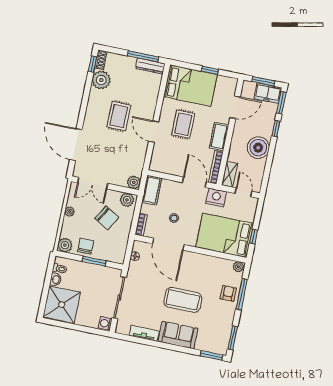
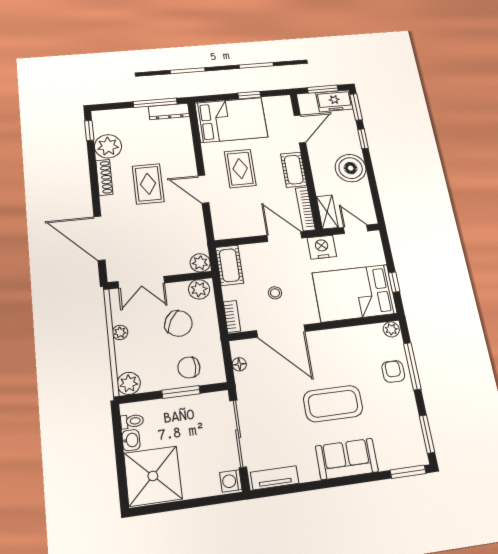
shoe rack: (101, 60) -> (104, 177), moved, width x1.43
chair: (86, 246) -> (189, 367), moved, turned -90
tv unit: (144, 333) -> (275, 478), moved

